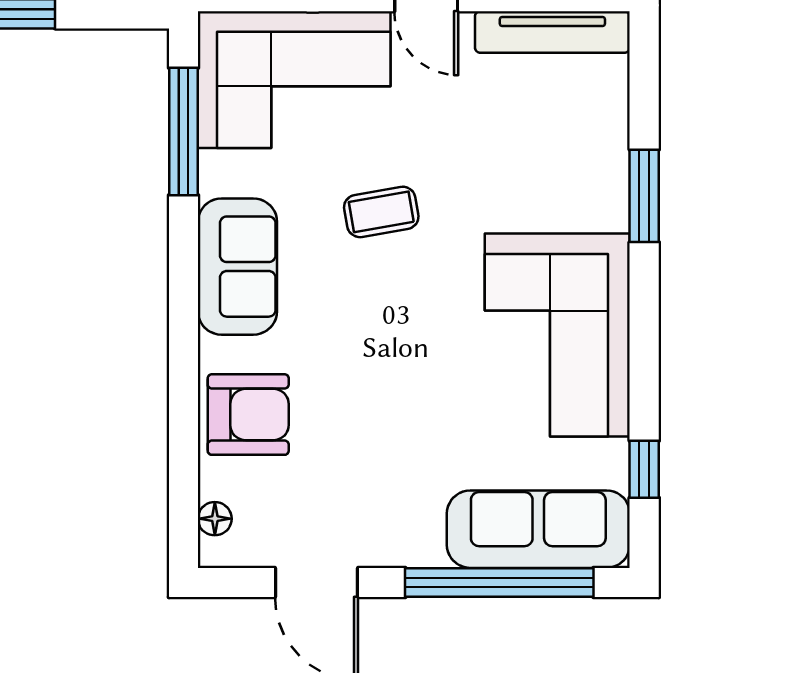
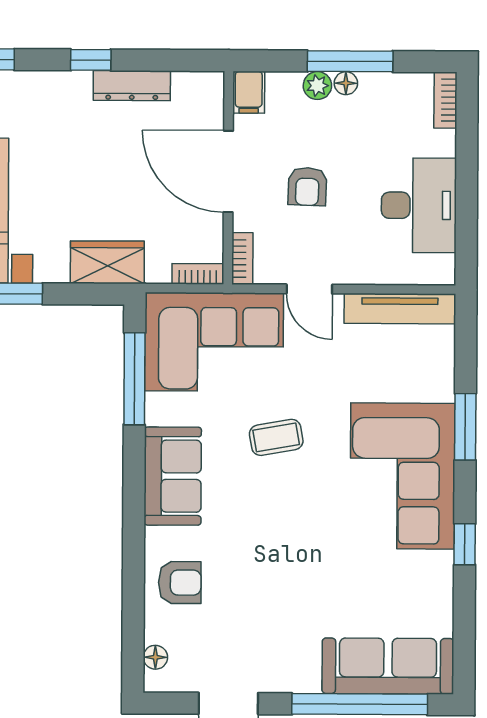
corner sofa: (557, 335) -> (403, 476), moved
armchair: (248, 415) -> (180, 583), width x0.72, depth x0.72
window: (644, 469) -> (465, 544), moved

